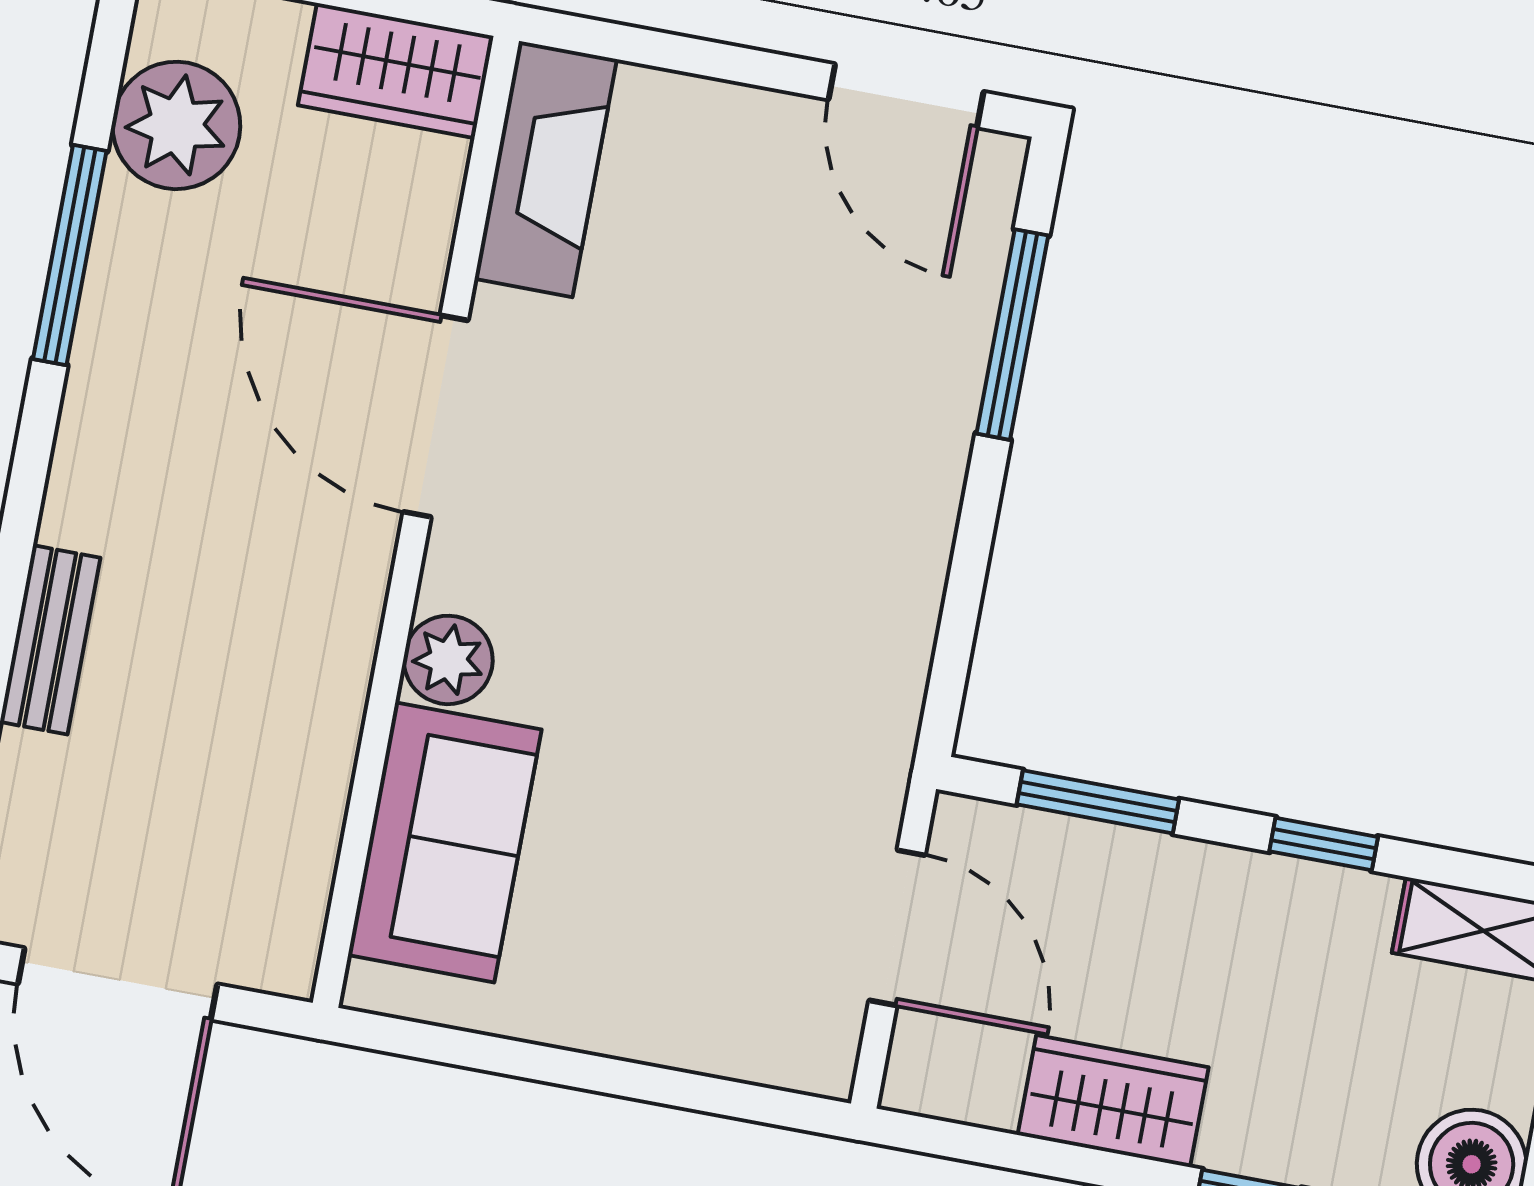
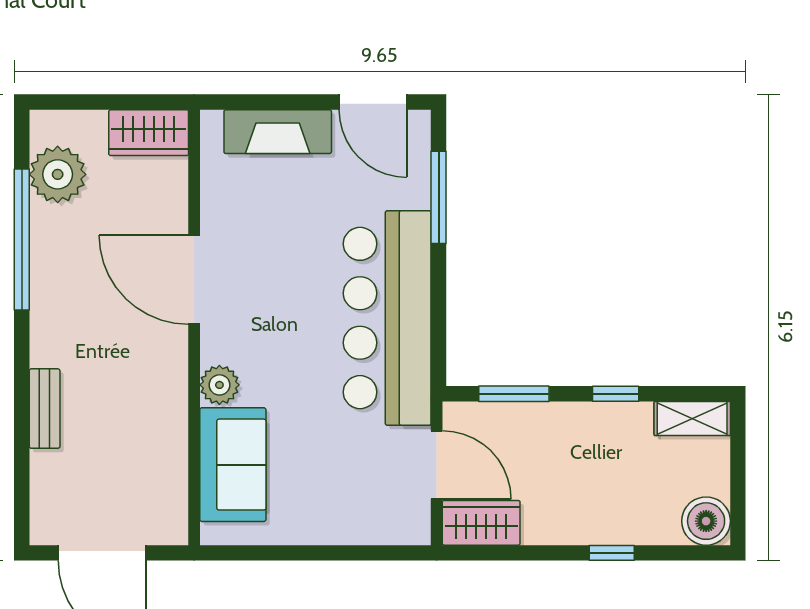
fireplace: (546, 169) -> (278, 132), moved, turned 90
window: (70, 255) -> (22, 239), width x1.46
bar counter: (848, 581) -> (387, 318), added
wardrobe: (1113, 1101) -> (481, 523), moved

